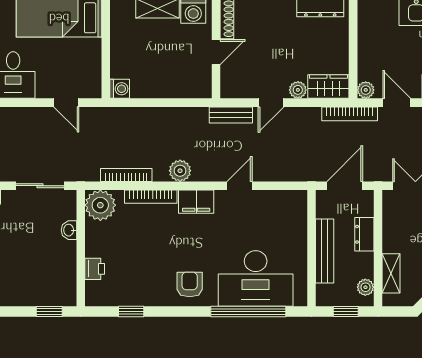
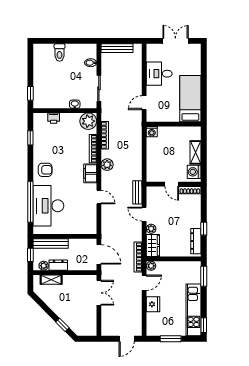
dresser: (364, 234) -> (58, 265), moved
bench: (325, 251) -> (51, 243), moved

